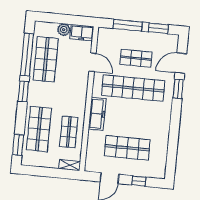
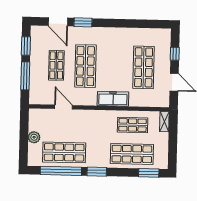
freezer: (82, 33) -> (36, 119), removed
door: (93, 62) -> (63, 107), hinge flipped
shop shelf: (133, 88) -> (85, 66), width x0.71

